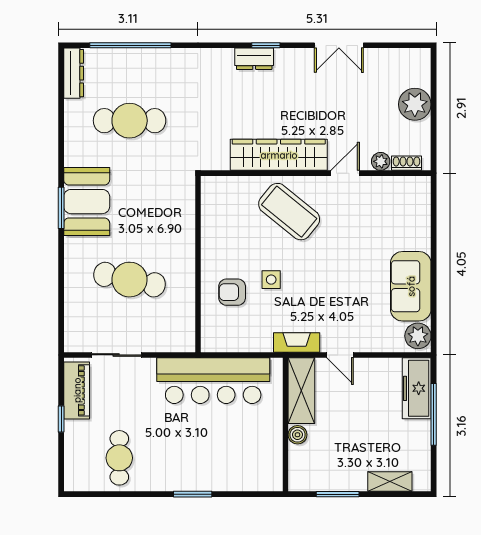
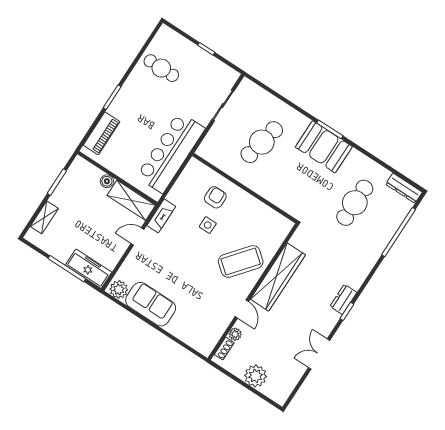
piano: (77, 390) -> (102, 133), moved, turned -90

